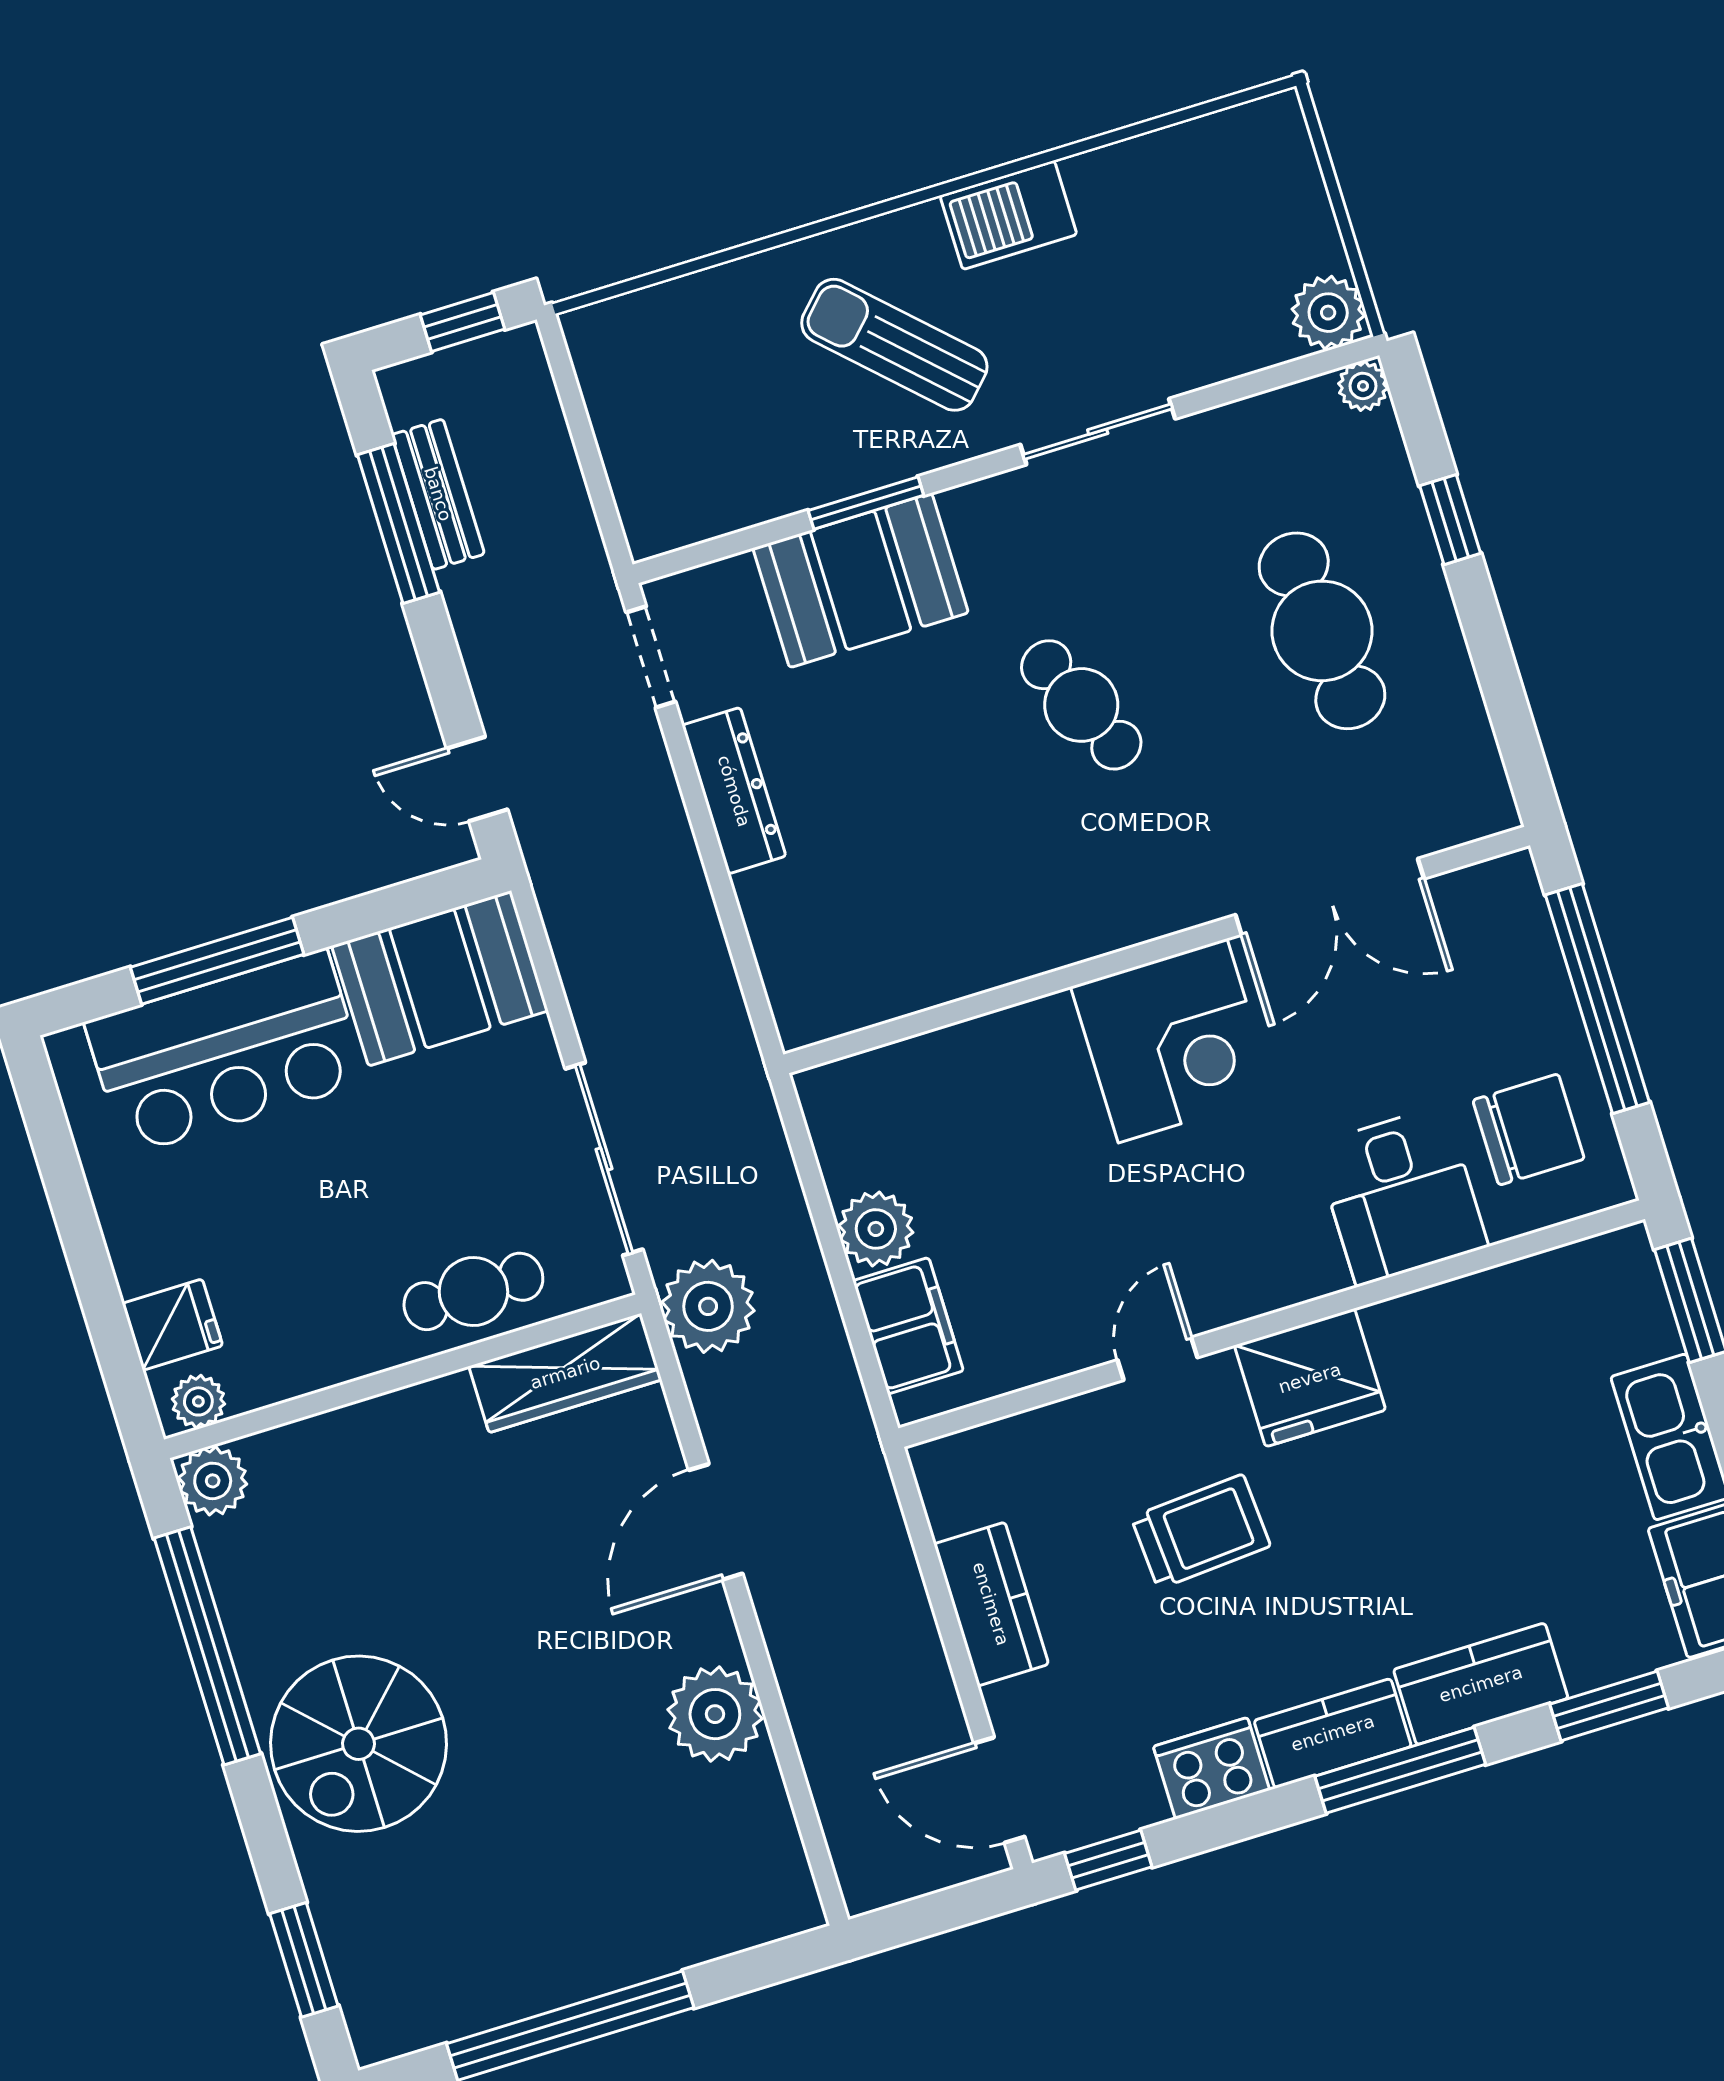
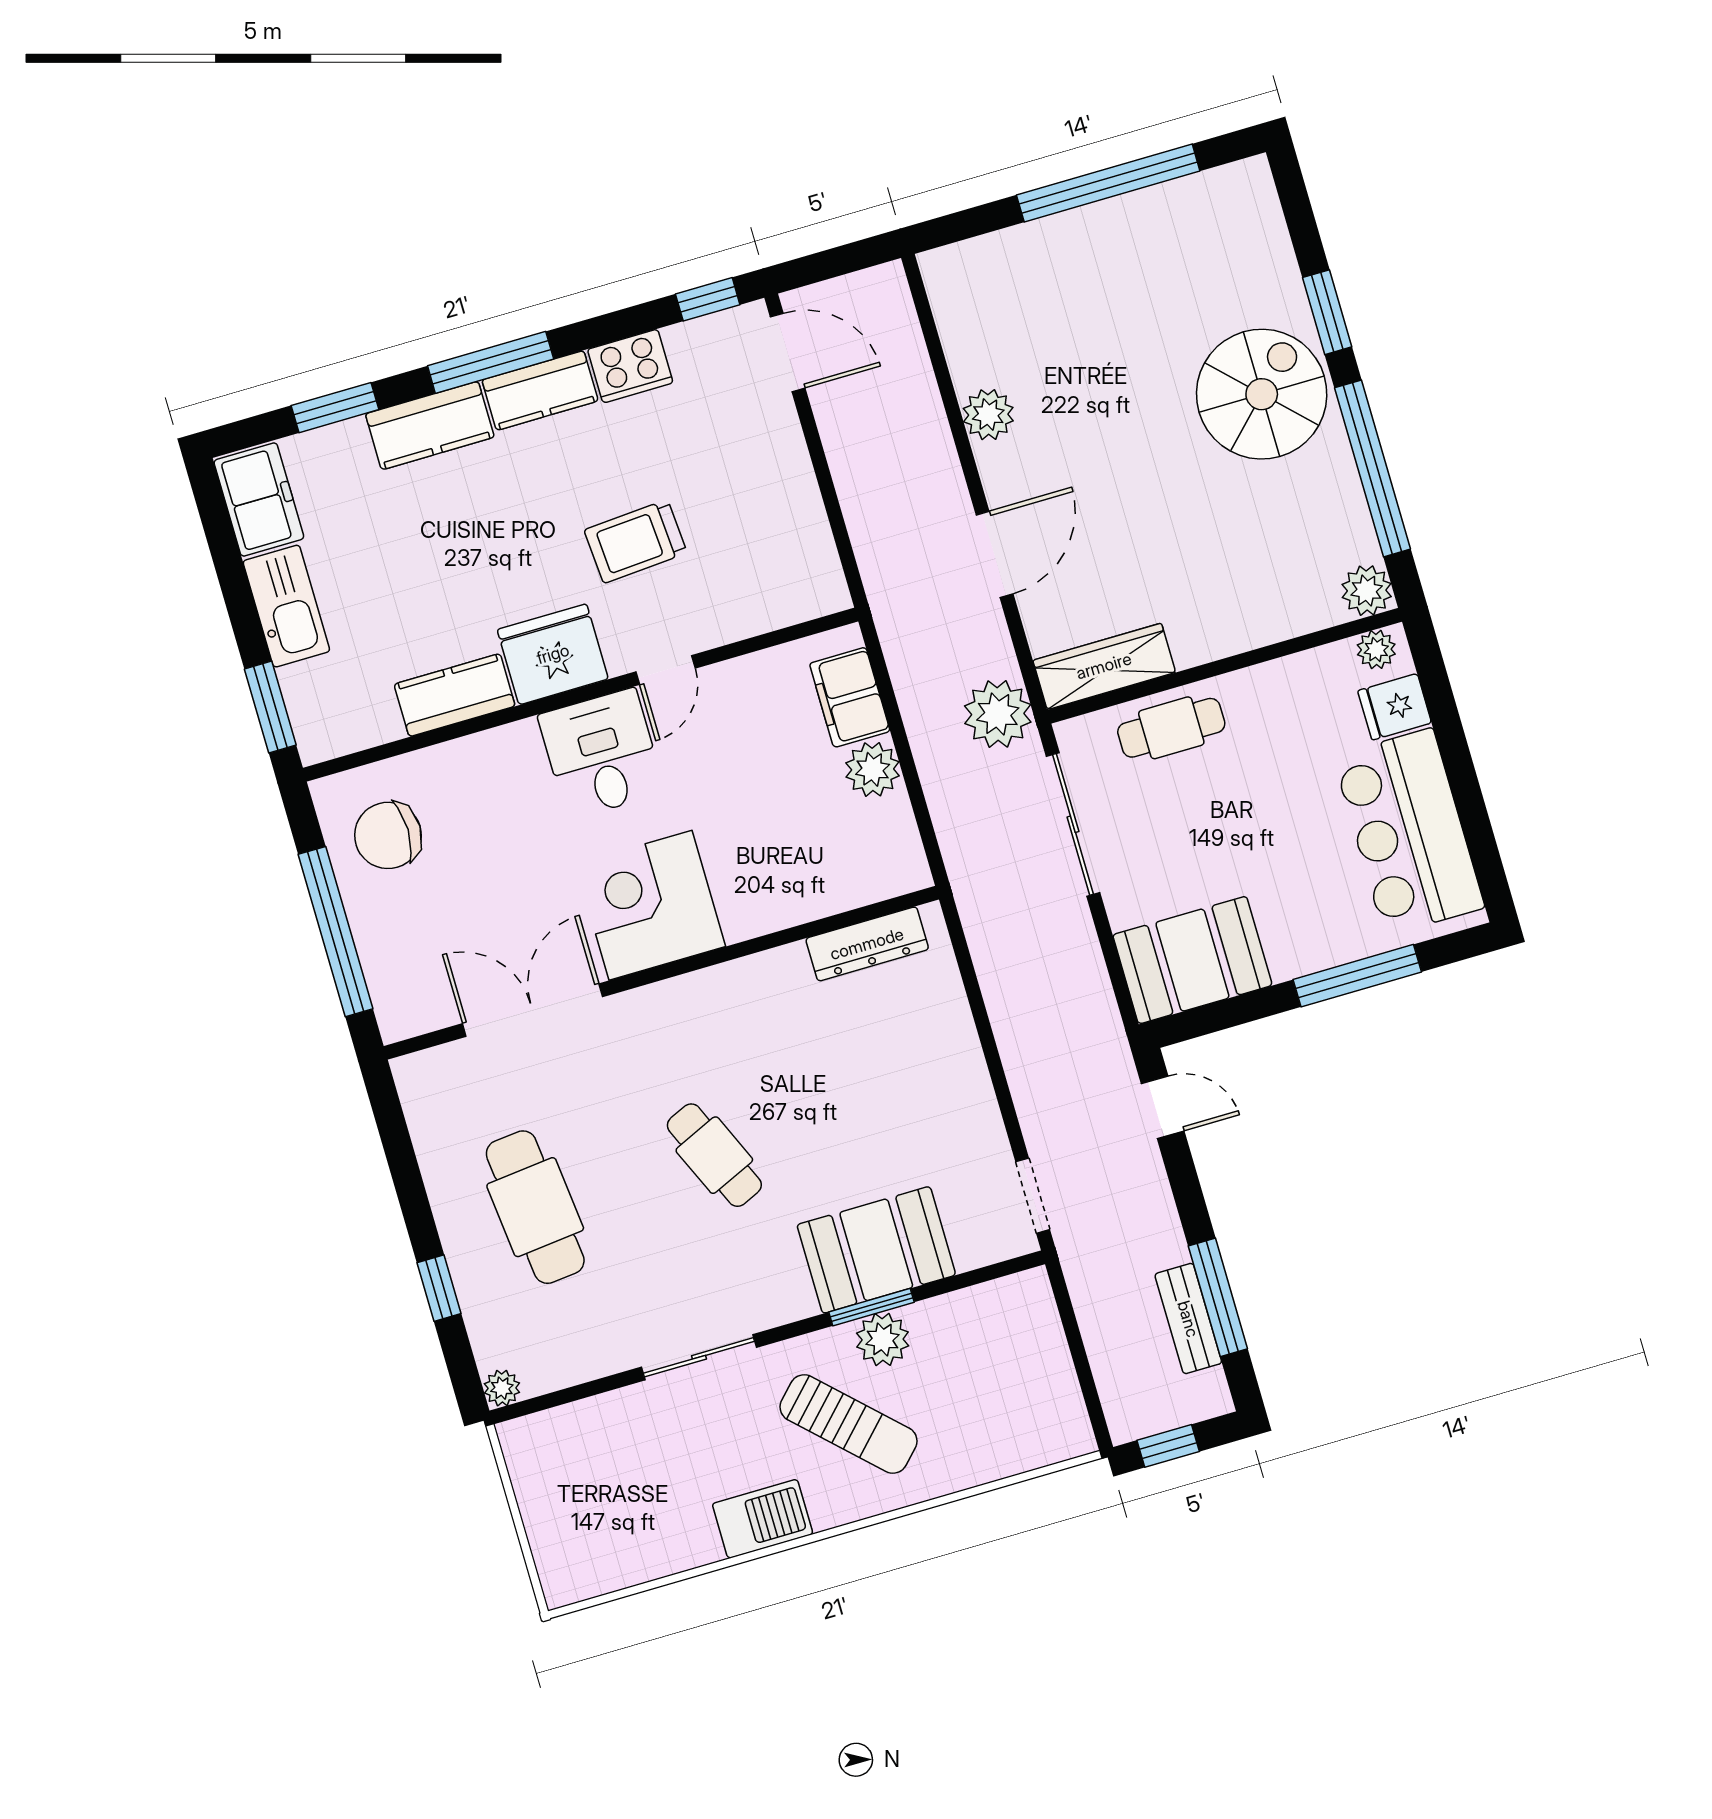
plant: (1328, 313) -> (883, 1340), moved
dresser: (734, 791) -> (867, 944), moved, turned -90
bar counter: (226, 1052) -> (1409, 832), moved, turned -90
desk: (1401, 1196) -> (601, 754), moved
kitchen counter: (991, 1604) -> (455, 695), moved, turned 90
plant: (715, 1714) -> (988, 415), width x0.73, depth x0.73
window: (304, 1960) -> (1327, 312), moved

